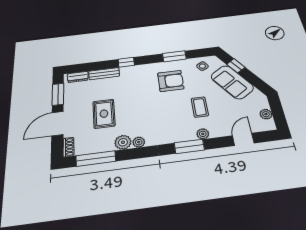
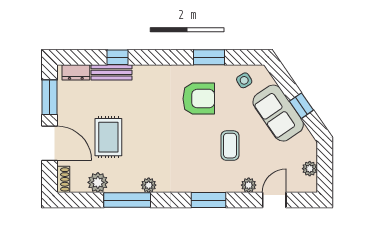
window: (126, 62) -> (118, 57), moved
window: (236, 66) -> (301, 106), moved
door: (58, 124) -> (49, 143), swing flipped
plant: (203, 134) -> (249, 185), moved
plant: (123, 142) -> (98, 182), moved
window: (96, 159) -> (127, 200), moved

